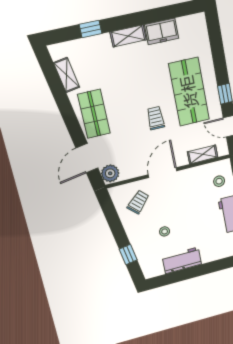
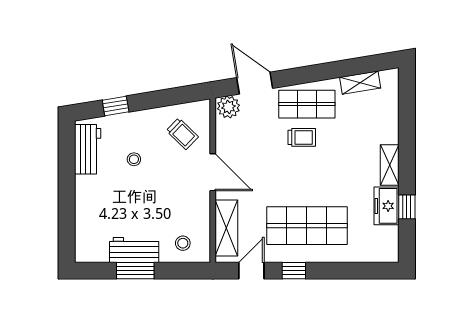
window: (91, 29) -> (407, 207), moved
trolley: (156, 118) -> (302, 137), moved
shelving: (203, 154) -> (226, 228), width x1.50, depth x1.33
workbench: (182, 260) -> (88, 149), moved

